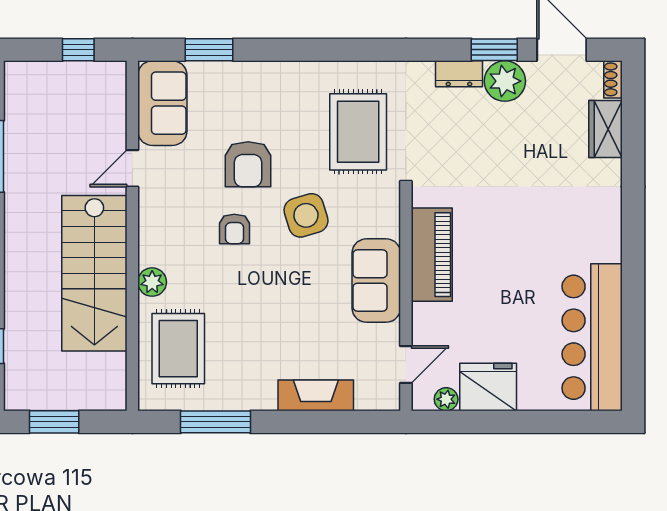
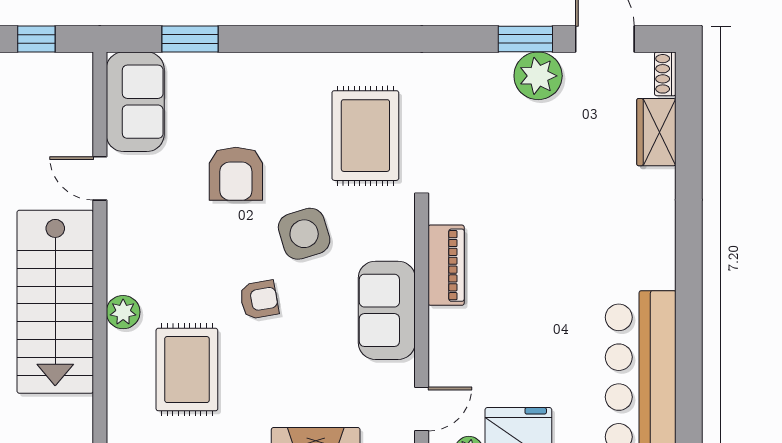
dresser: (459, 74) -> (484, 67), removed
door: (132, 168) -> (100, 178), hinge flipped
armchair: (234, 229) -> (259, 300), moved, turned -100
piano: (432, 255) -> (446, 265), width x0.73, depth x0.75
rug: (178, 349) -> (187, 370), moved

